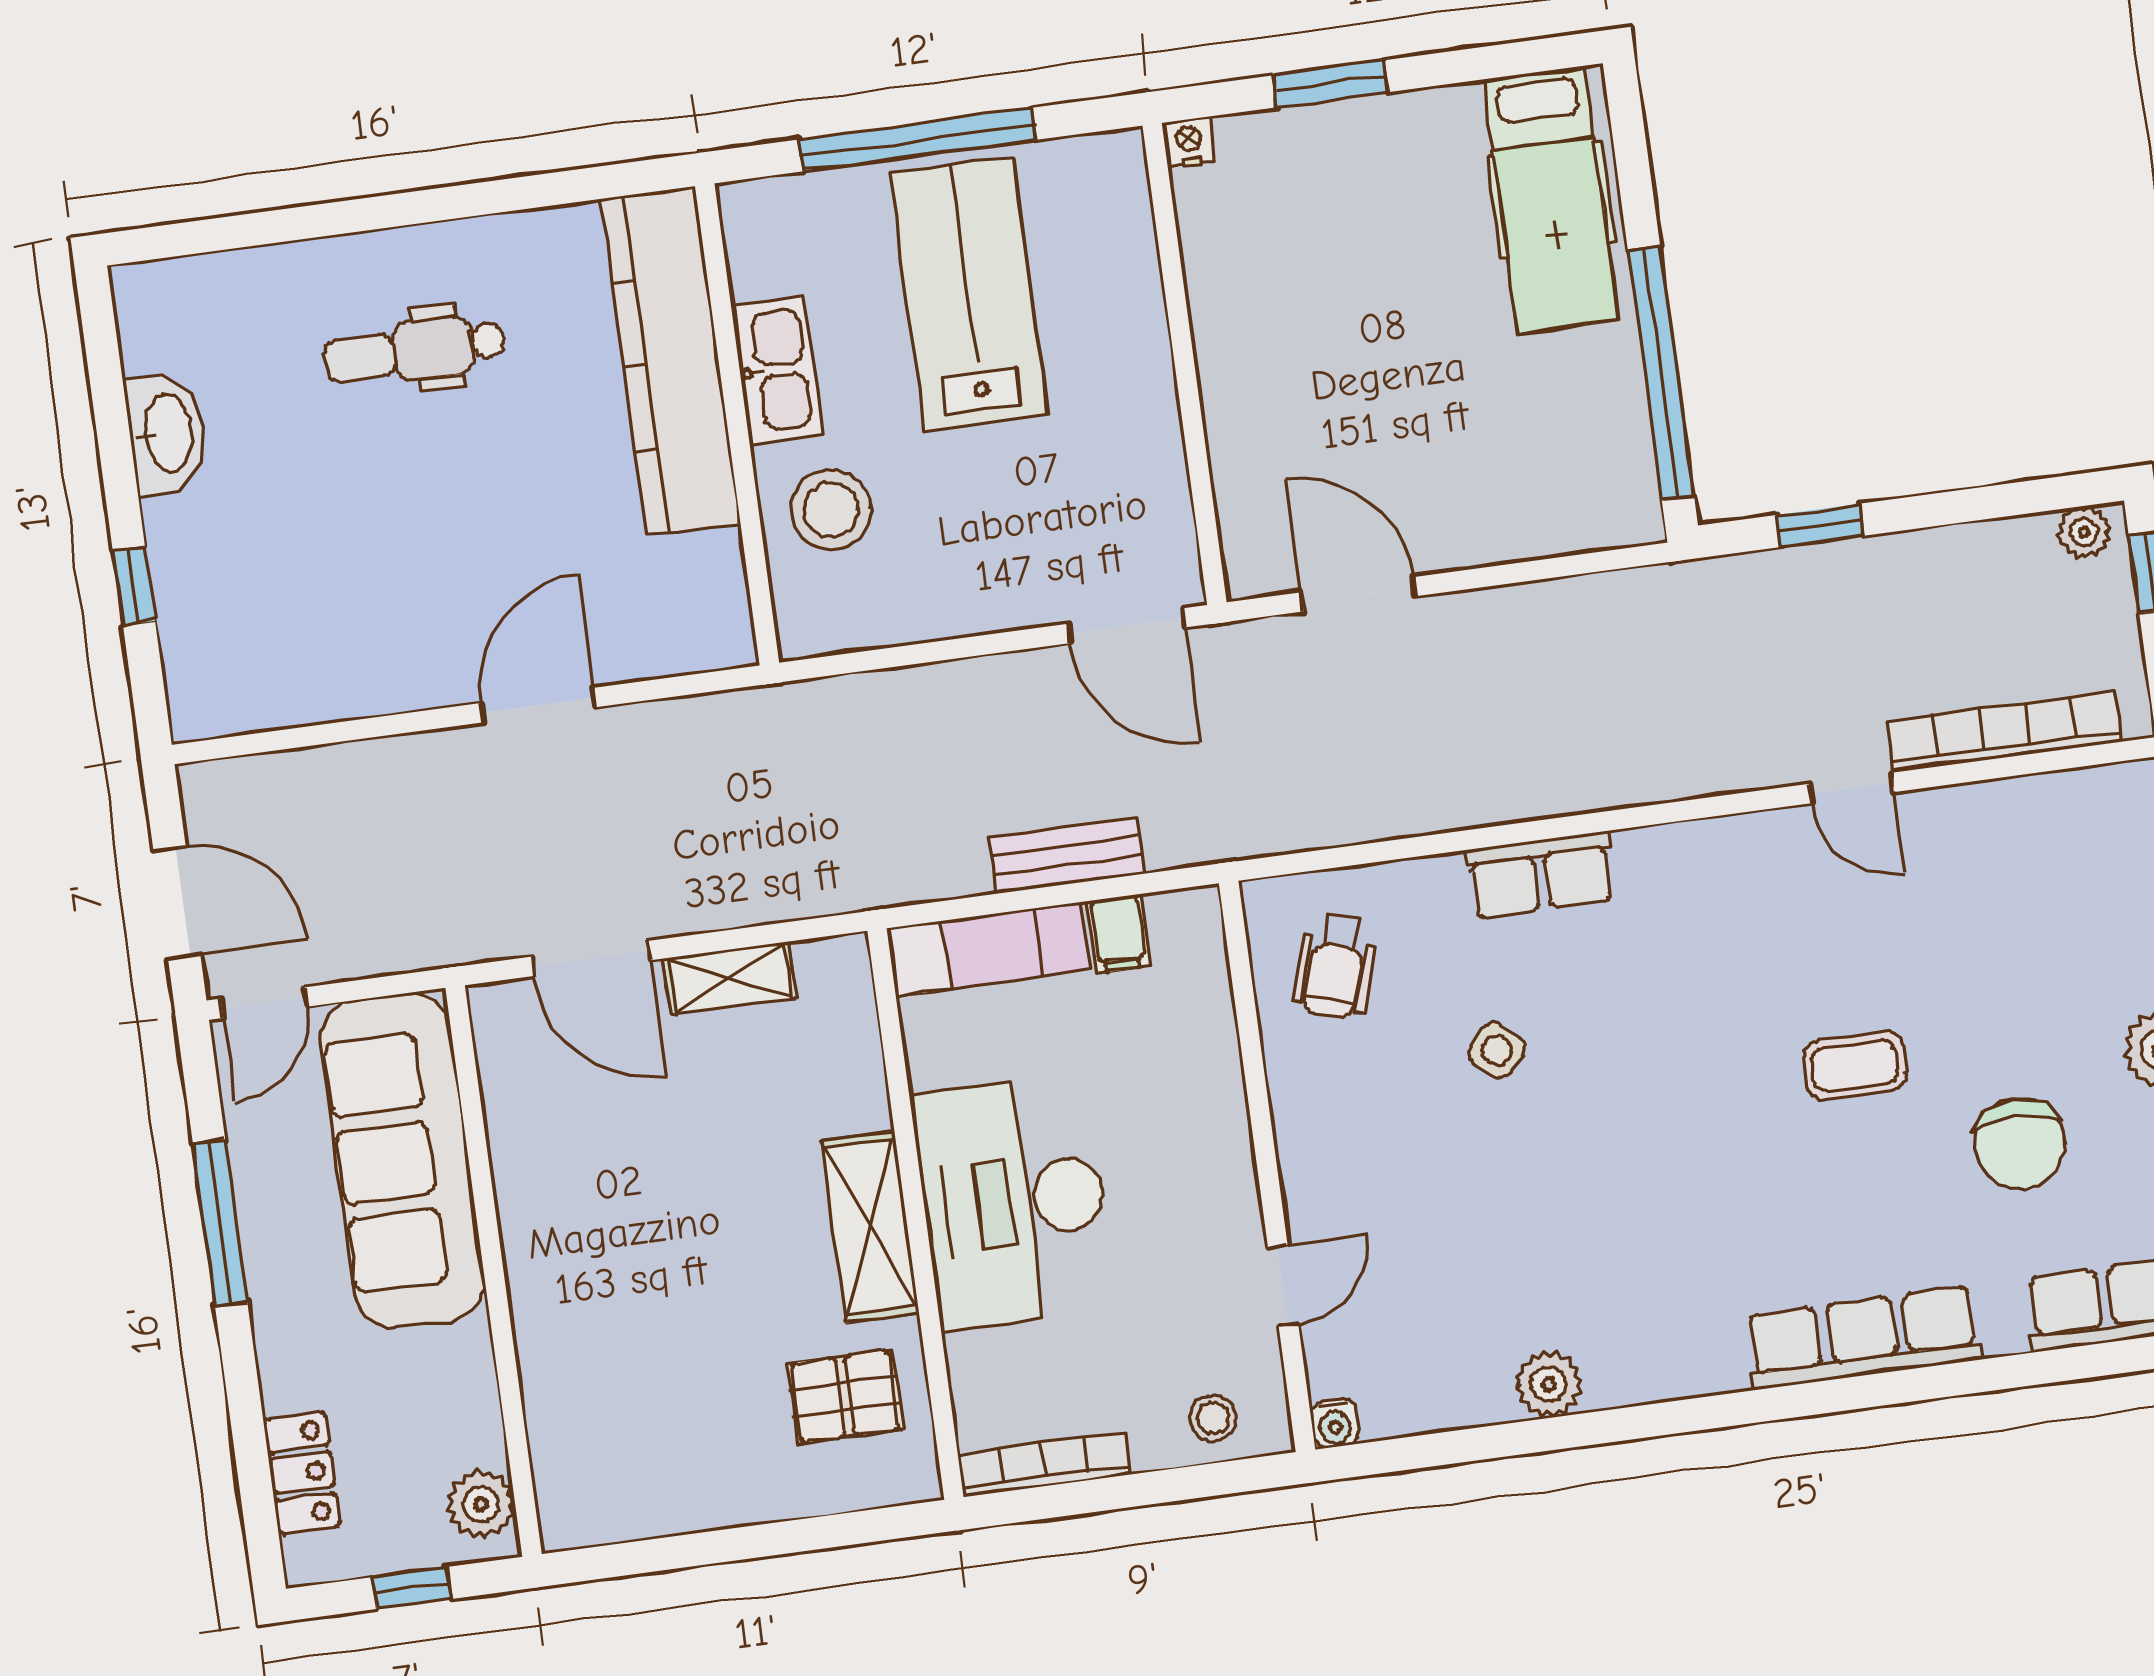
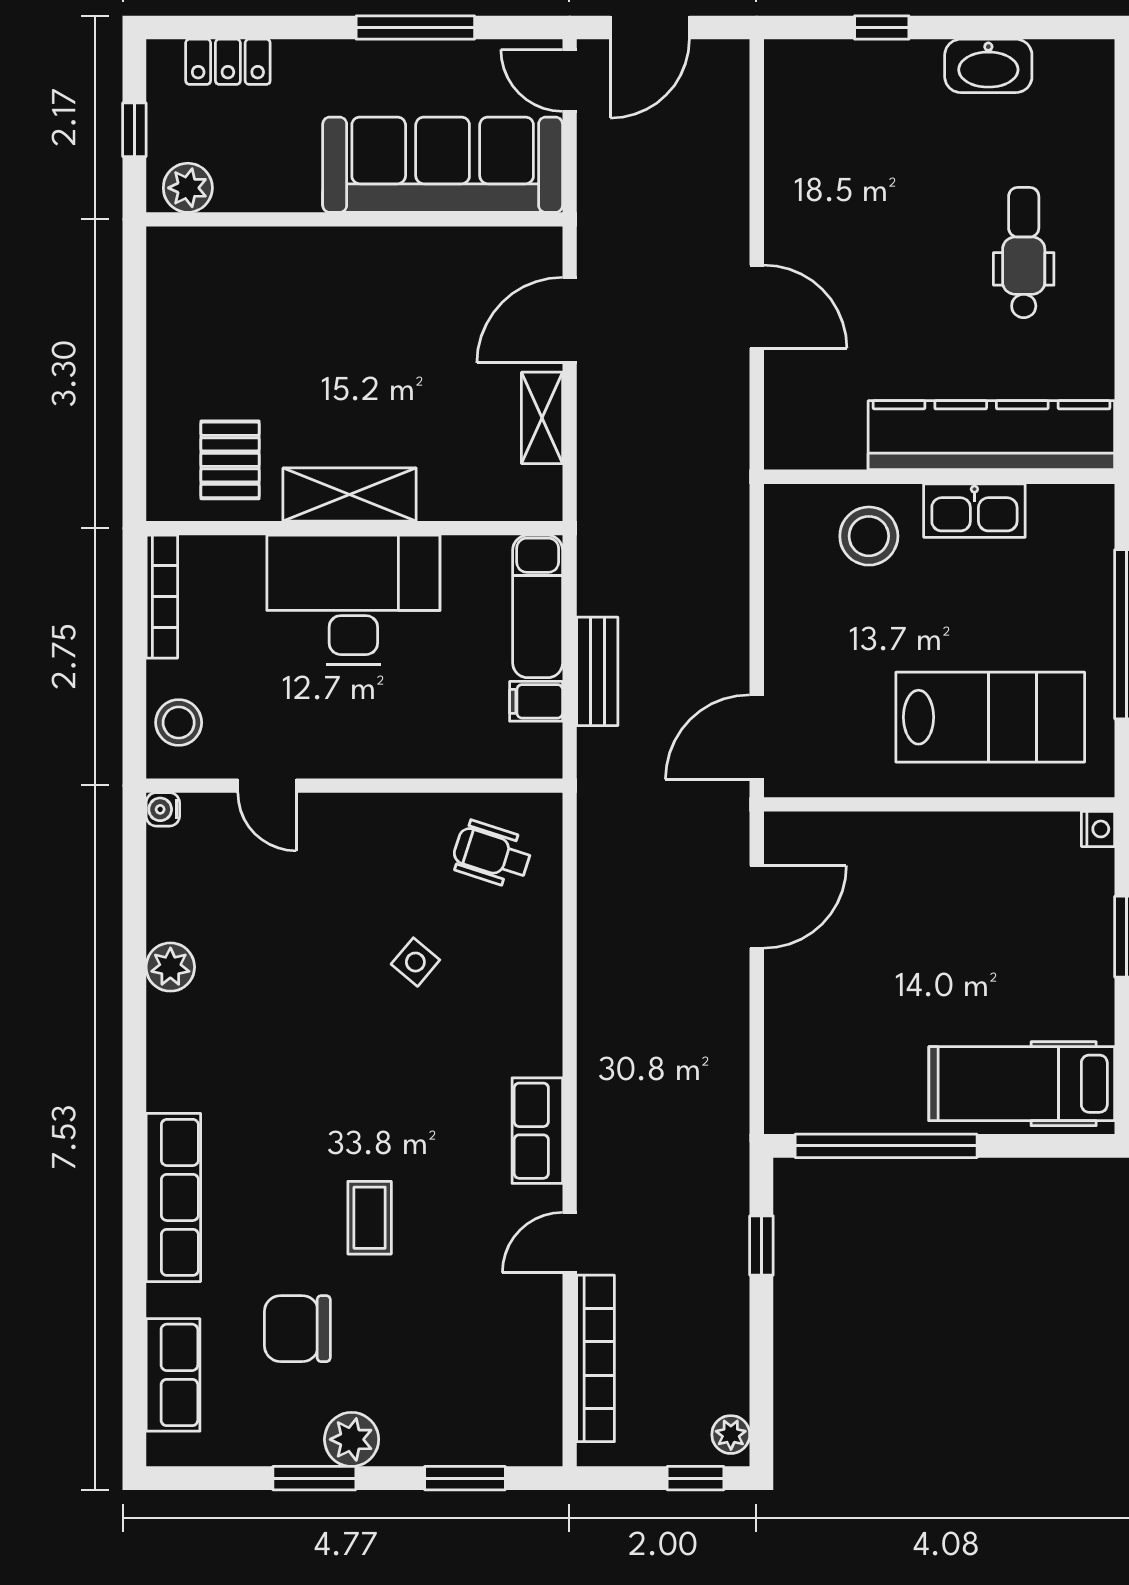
lab bench: (969, 294) -> (990, 717), moved
row of seats: (1541, 875) -> (537, 1131), moved
stool: (1213, 1418) -> (179, 723), width x1.37, depth x1.37

